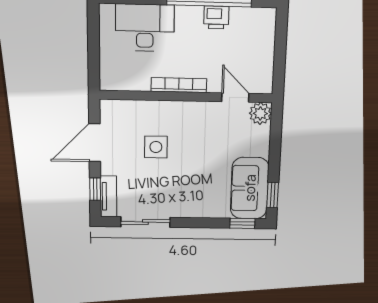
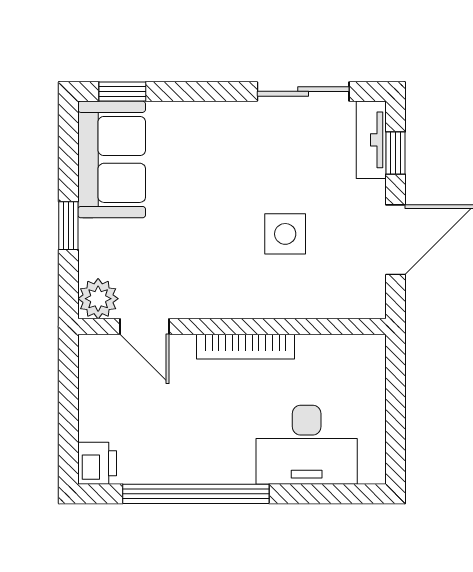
printer: (216, 17) -> (97, 463), moved, turned 90
window: (273, 195) -> (68, 226), moved

